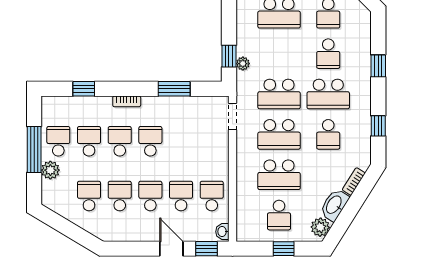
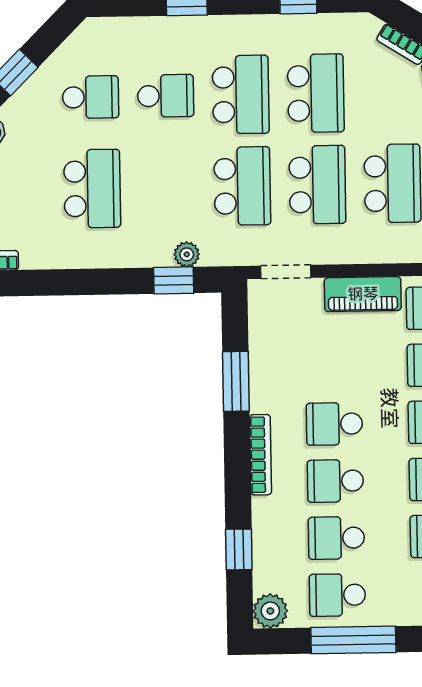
bookcase: (127, 101) -> (261, 455), width x1.56
school desk: (328, 134) -> (316, 93), width x1.85
piano: (220, 158) -> (363, 294), added
plant: (50, 170) -> (270, 611), moved

